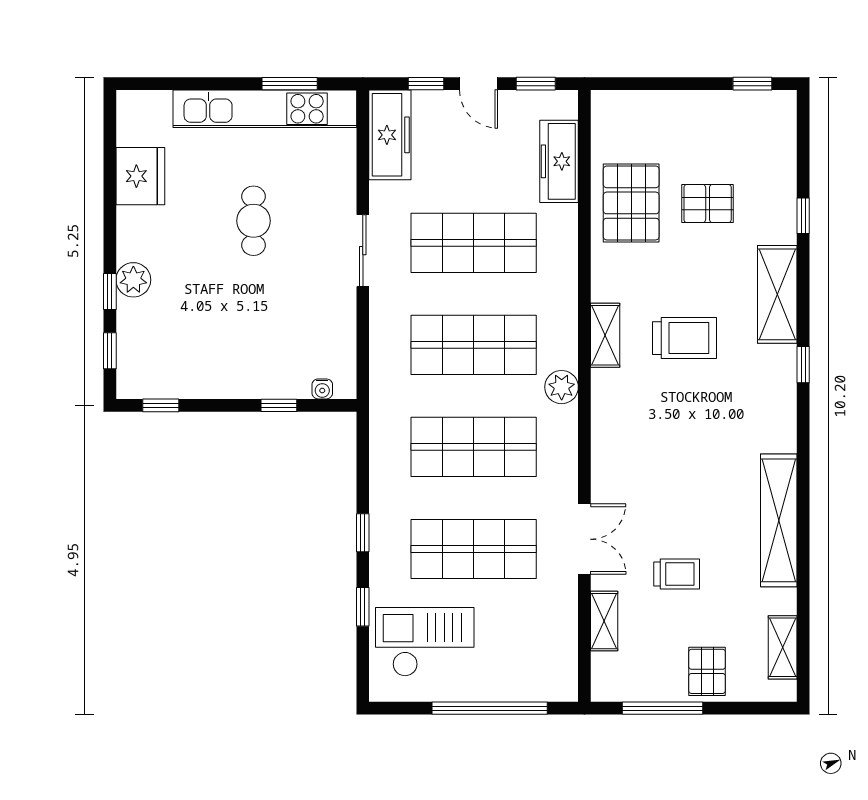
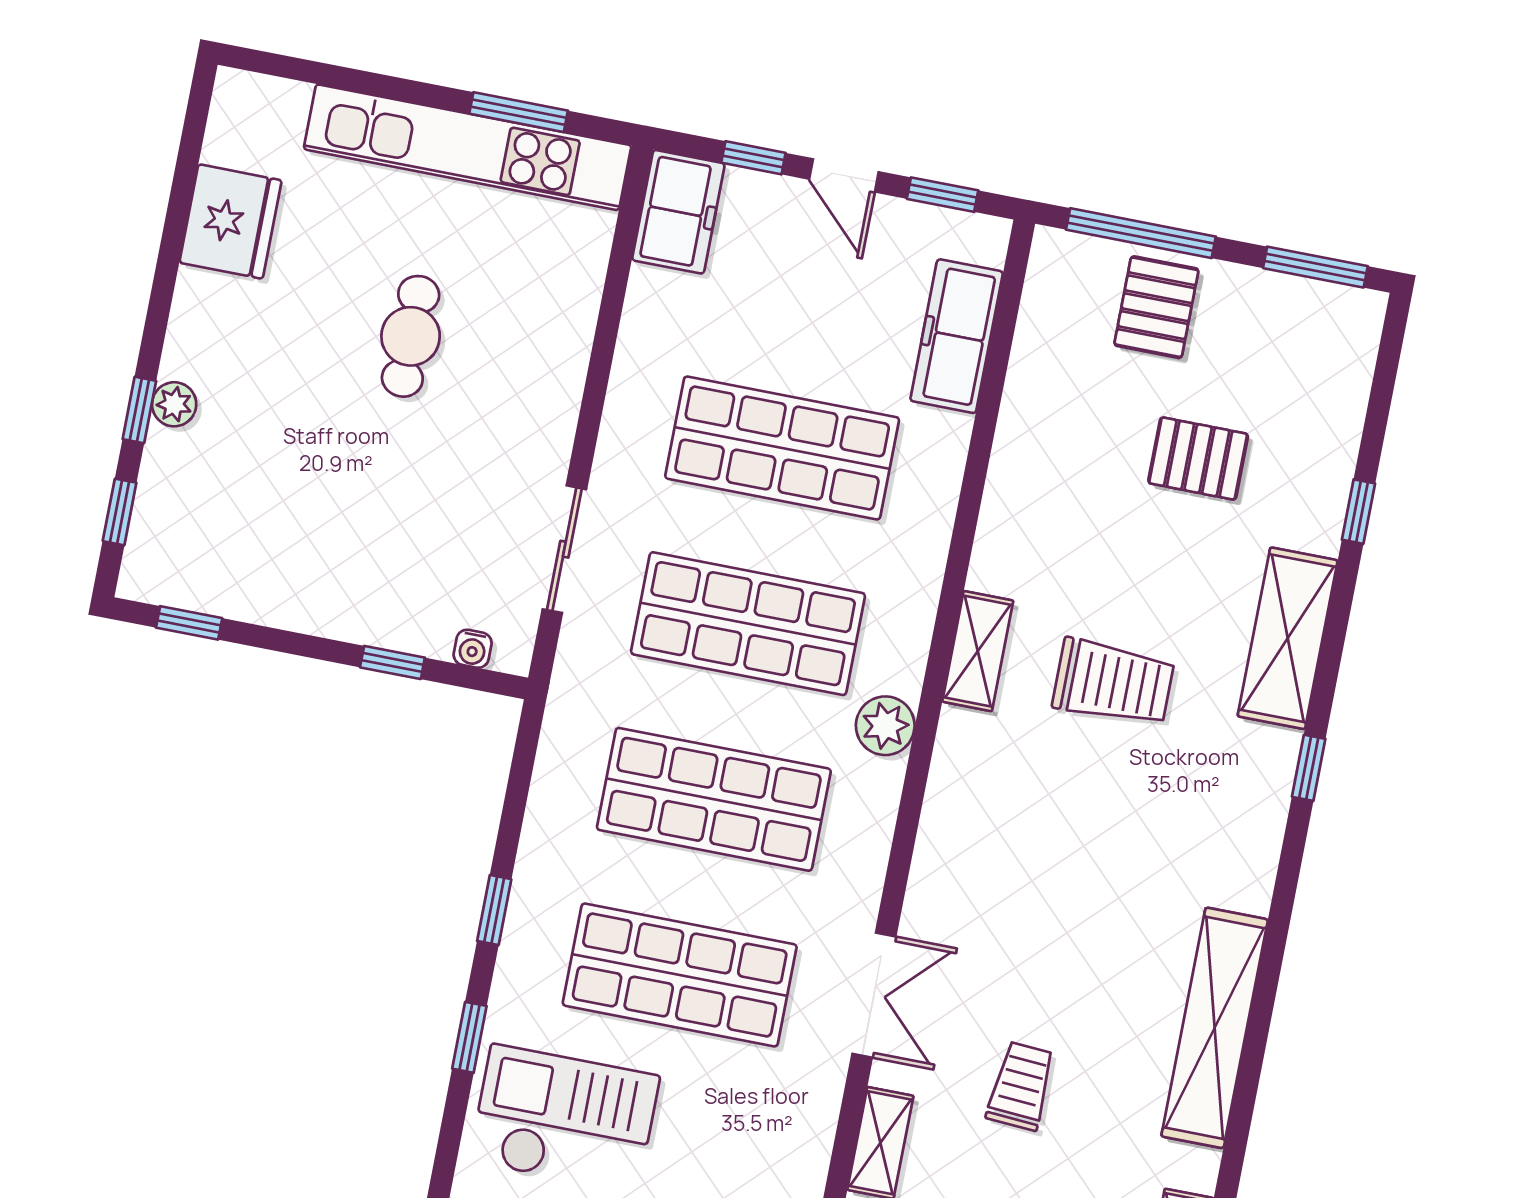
window: (651, 84) -> (1141, 233), added
window: (752, 84) -> (1315, 267), width x1.50
freezer: (390, 135) -> (678, 212), width x0.71
pallet: (631, 203) -> (1156, 307), moved, width x0.67, depth x0.71
sliding door: (363, 251) -> (564, 549), moved
plant: (133, 280) -> (174, 404), width x0.73, depth x0.73
trolley: (677, 574) -> (1021, 1086), turned -86

